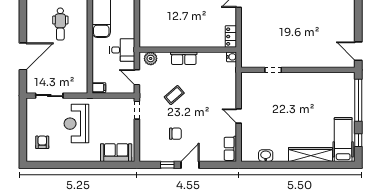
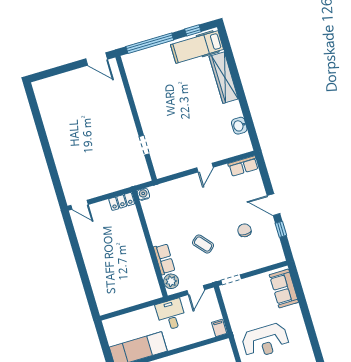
door: (358, 51) -> (97, 59), hinge flipped
row of seats: (184, 58) -> (164, 259), moved

